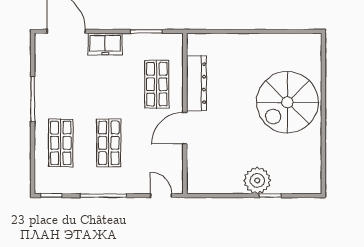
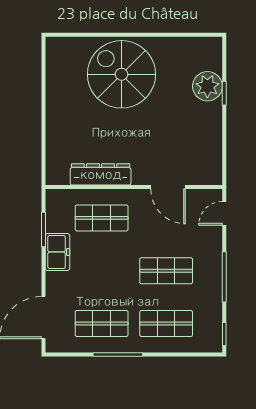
freezer: (105, 44) -> (58, 252), moved
shop shelf: (61, 84) -> (102, 324), added
spiral stairs: (287, 102) -> (121, 74), turned 180
door: (185, 128) -> (168, 187), moved
plant: (257, 180) -> (207, 86), moved

